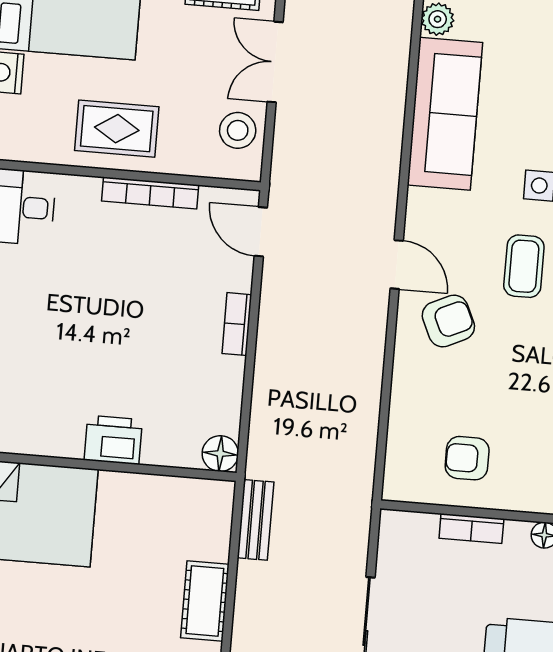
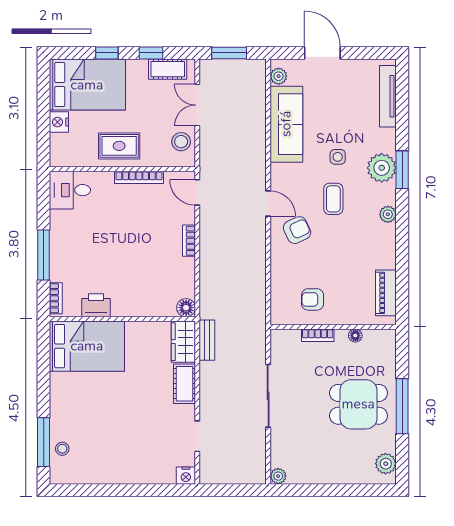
printer: (113, 440) -> (96, 305), moved
wardrobe: (209, 519) -> (183, 342), added

